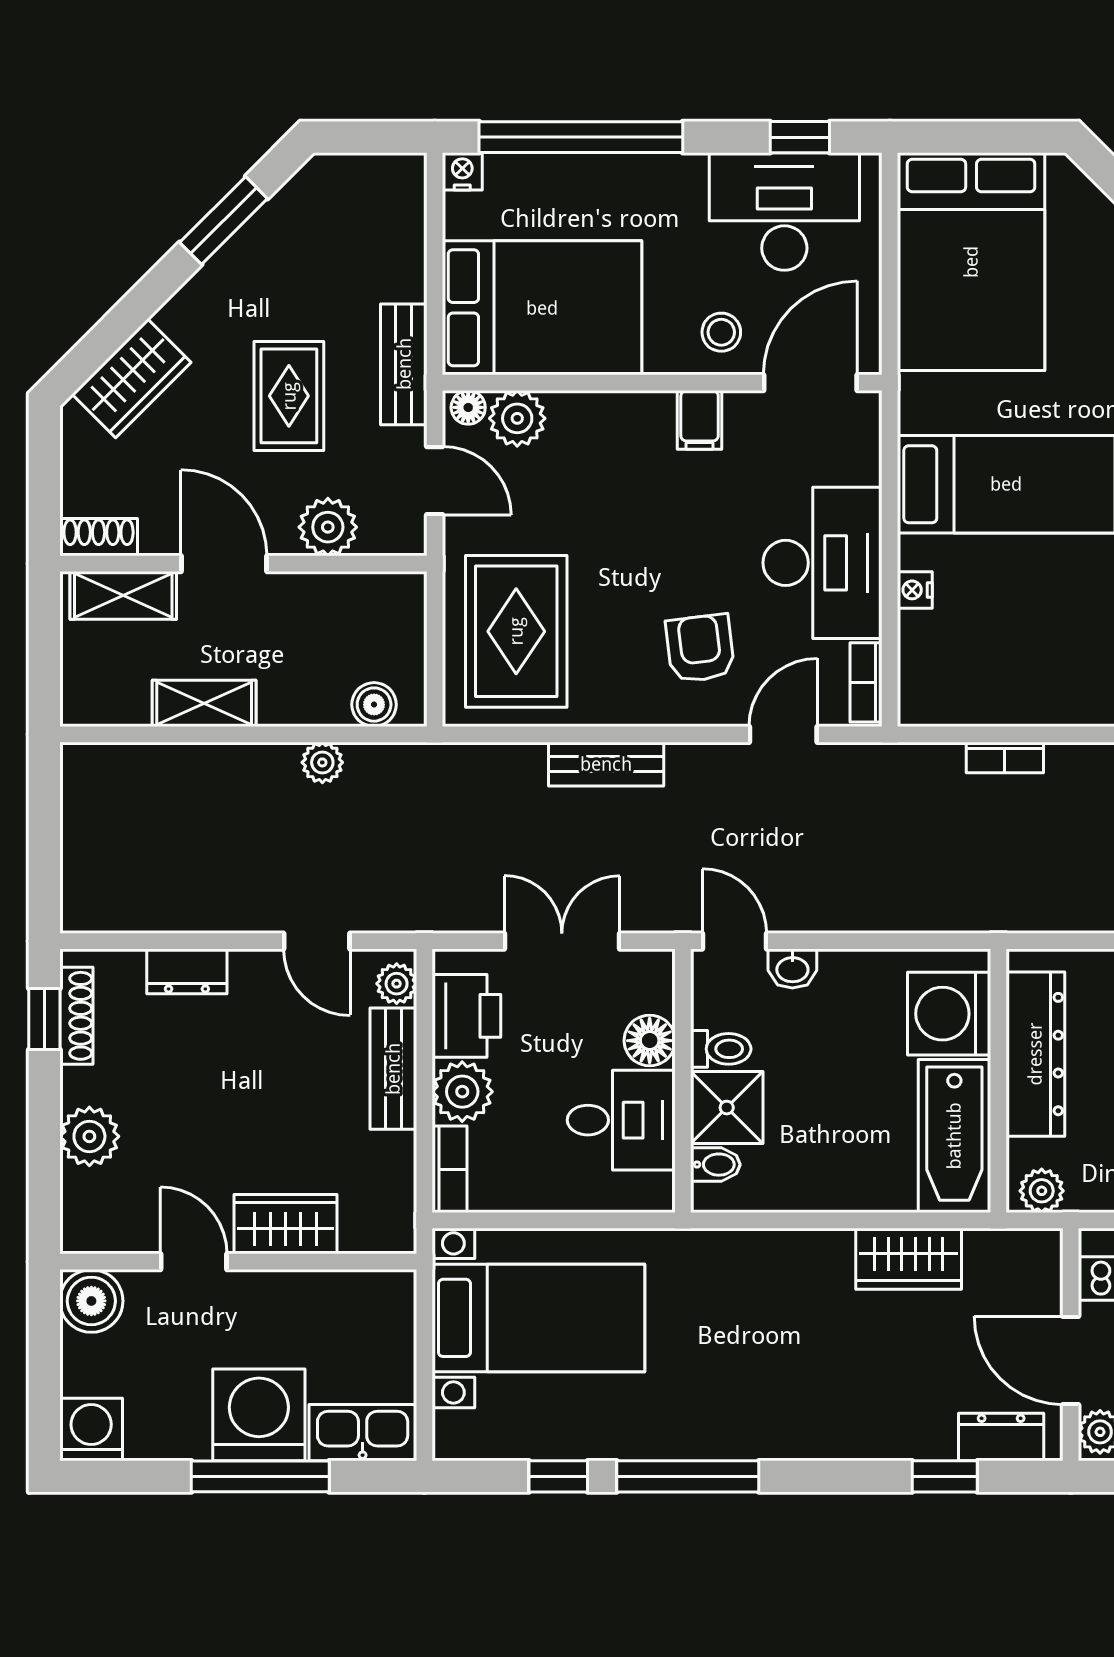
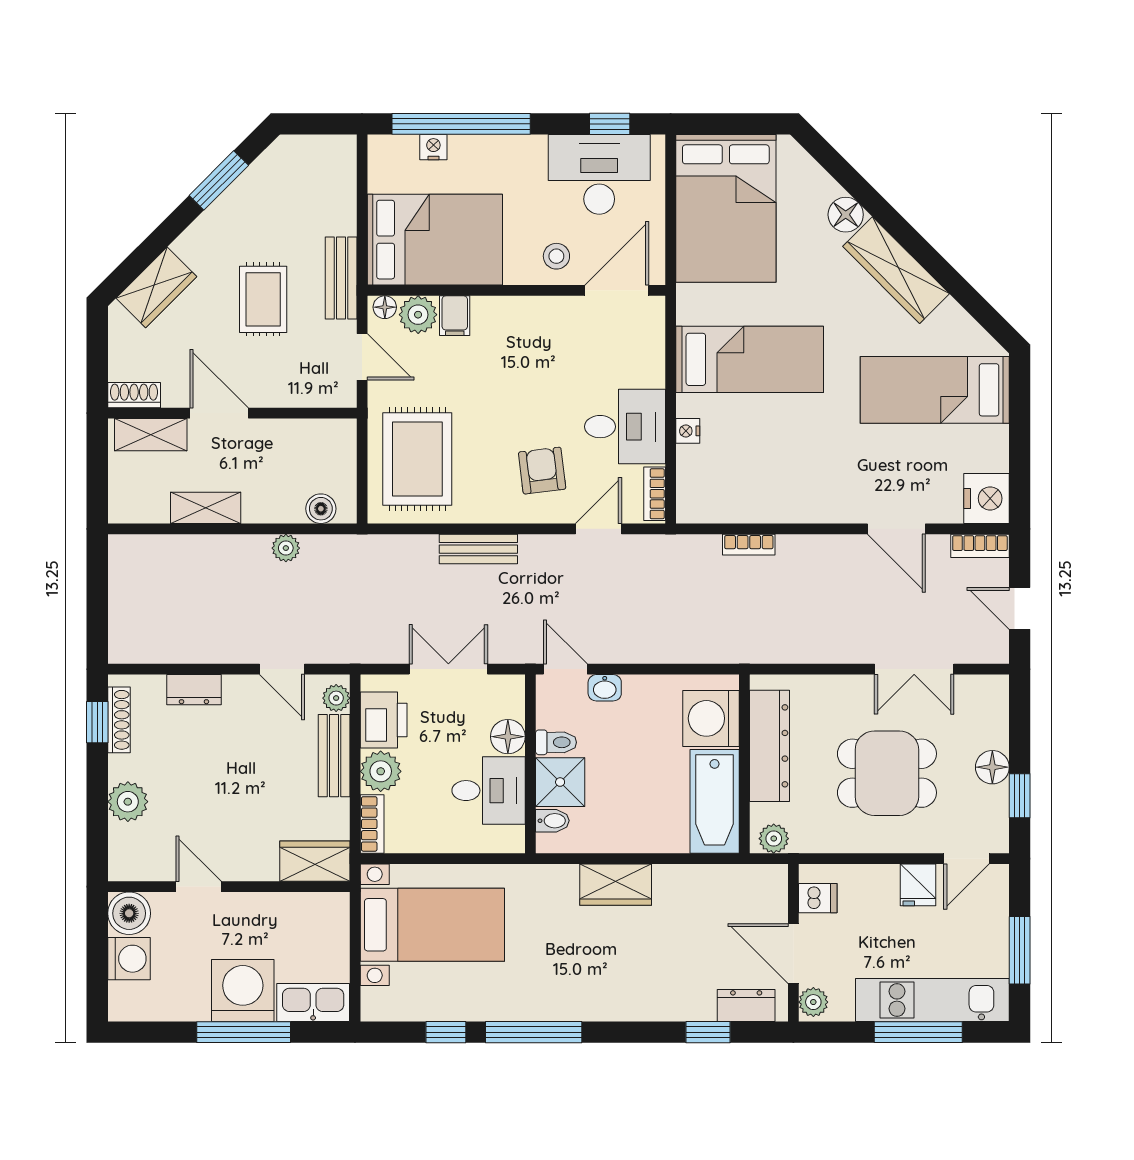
nightstand: (462, 171) -> (433, 147), moved
filing cabinet: (700, 420) -> (455, 316), moved
plant: (328, 527) -> (290, 388), removed
desk: (822, 563) -> (625, 427), width x0.73
wardrobe: (285, 1224) -> (315, 861), moved
wardrobe: (909, 1259) -> (616, 885), moved
washing machine: (91, 1429) -> (129, 959), moved, turned 90

